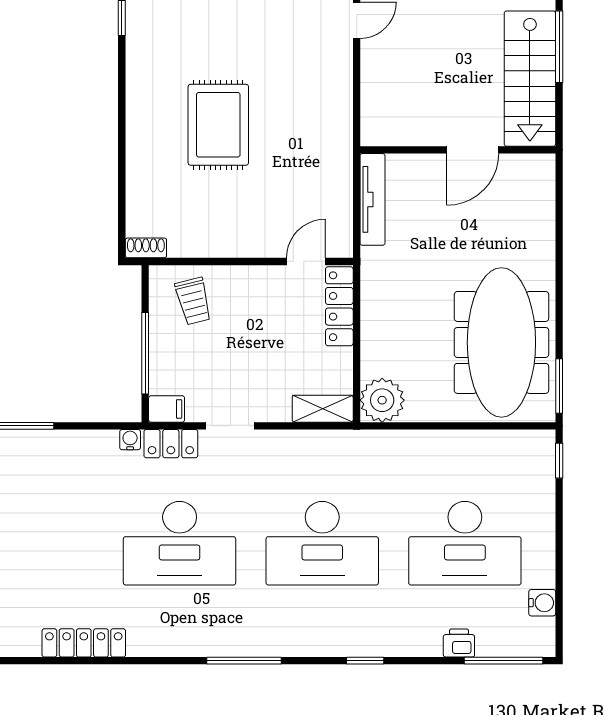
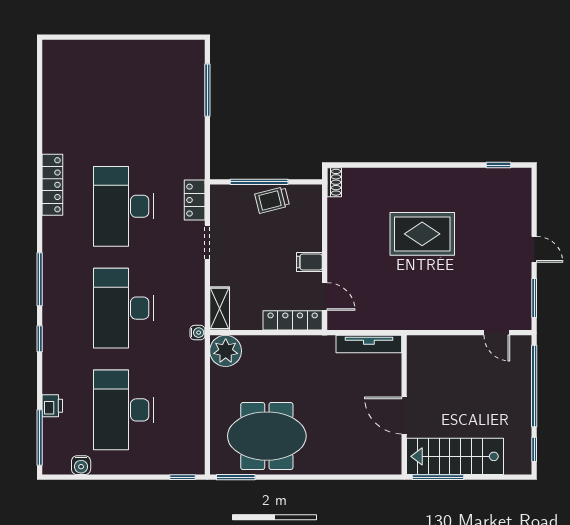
window: (559, 47) -> (438, 477), moved
trolley: (193, 301) -> (272, 200), moved
meeting table: (501, 342) -> (267, 436), width x0.73
filing cabinet: (167, 409) -> (309, 262), moved, turned 90
water cooler: (130, 440) -> (197, 333), moved
locker: (84, 643) -> (52, 185), moved
window: (244, 661) -> (40, 279), moved

